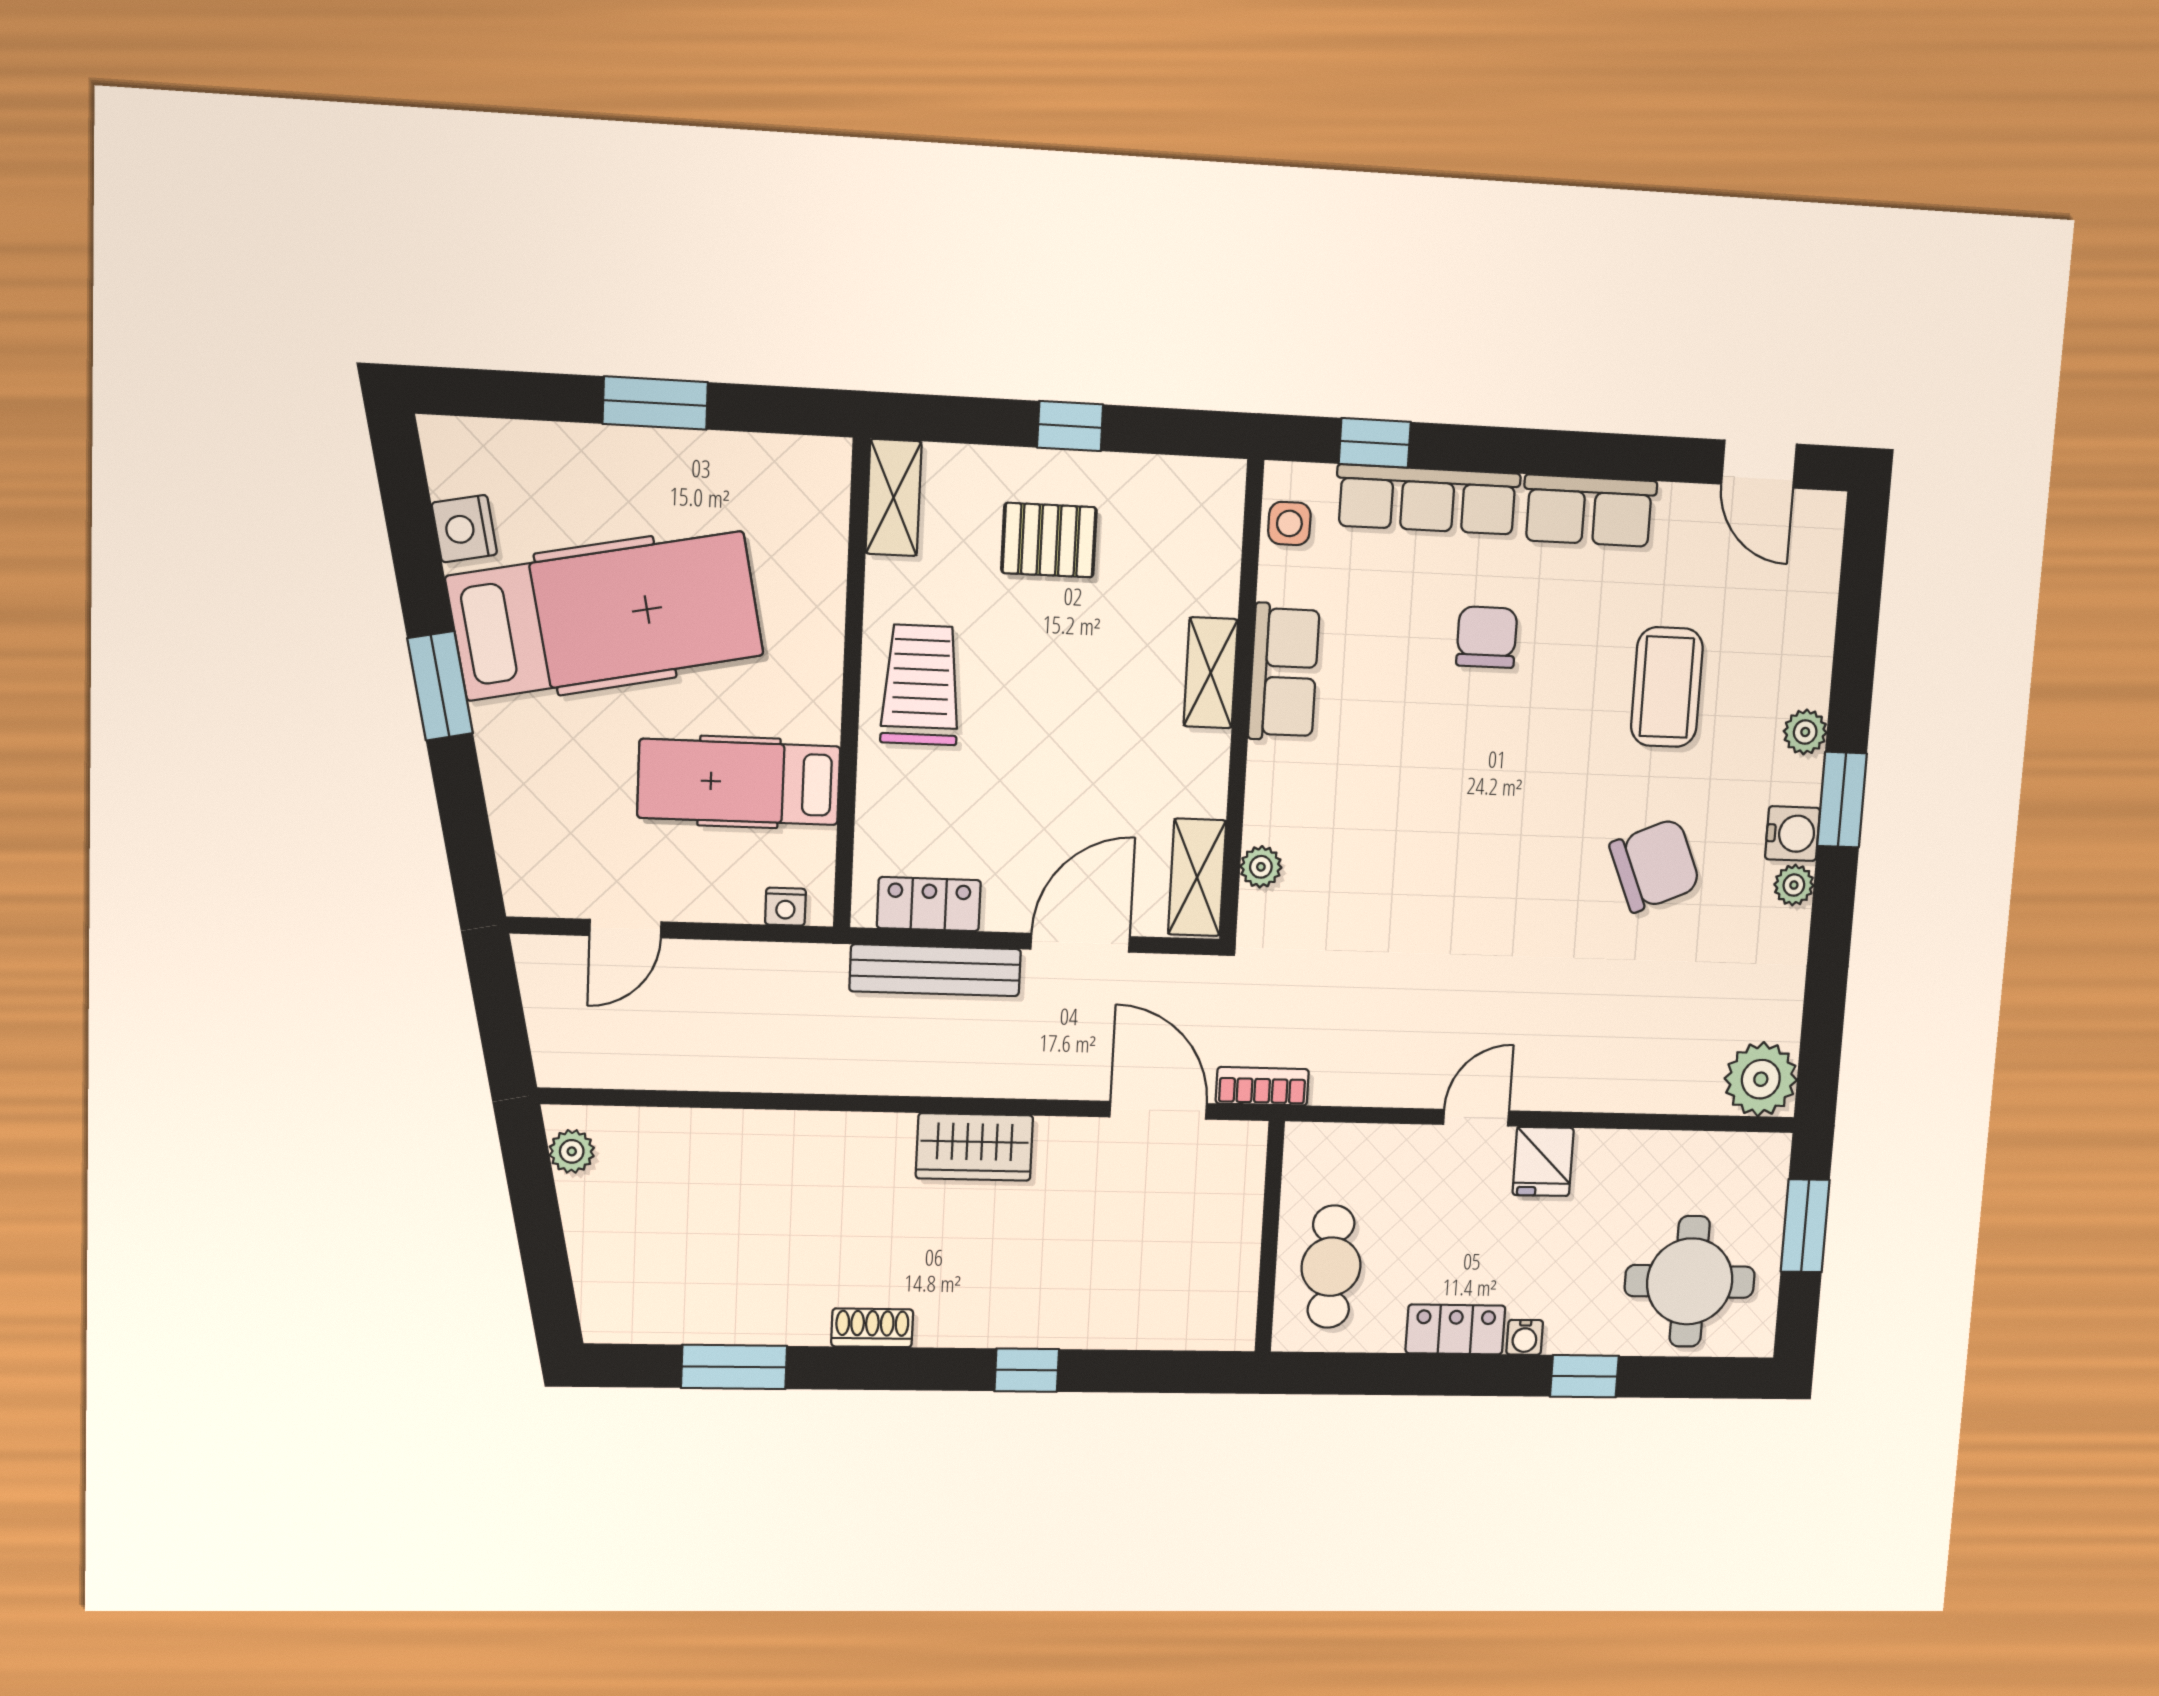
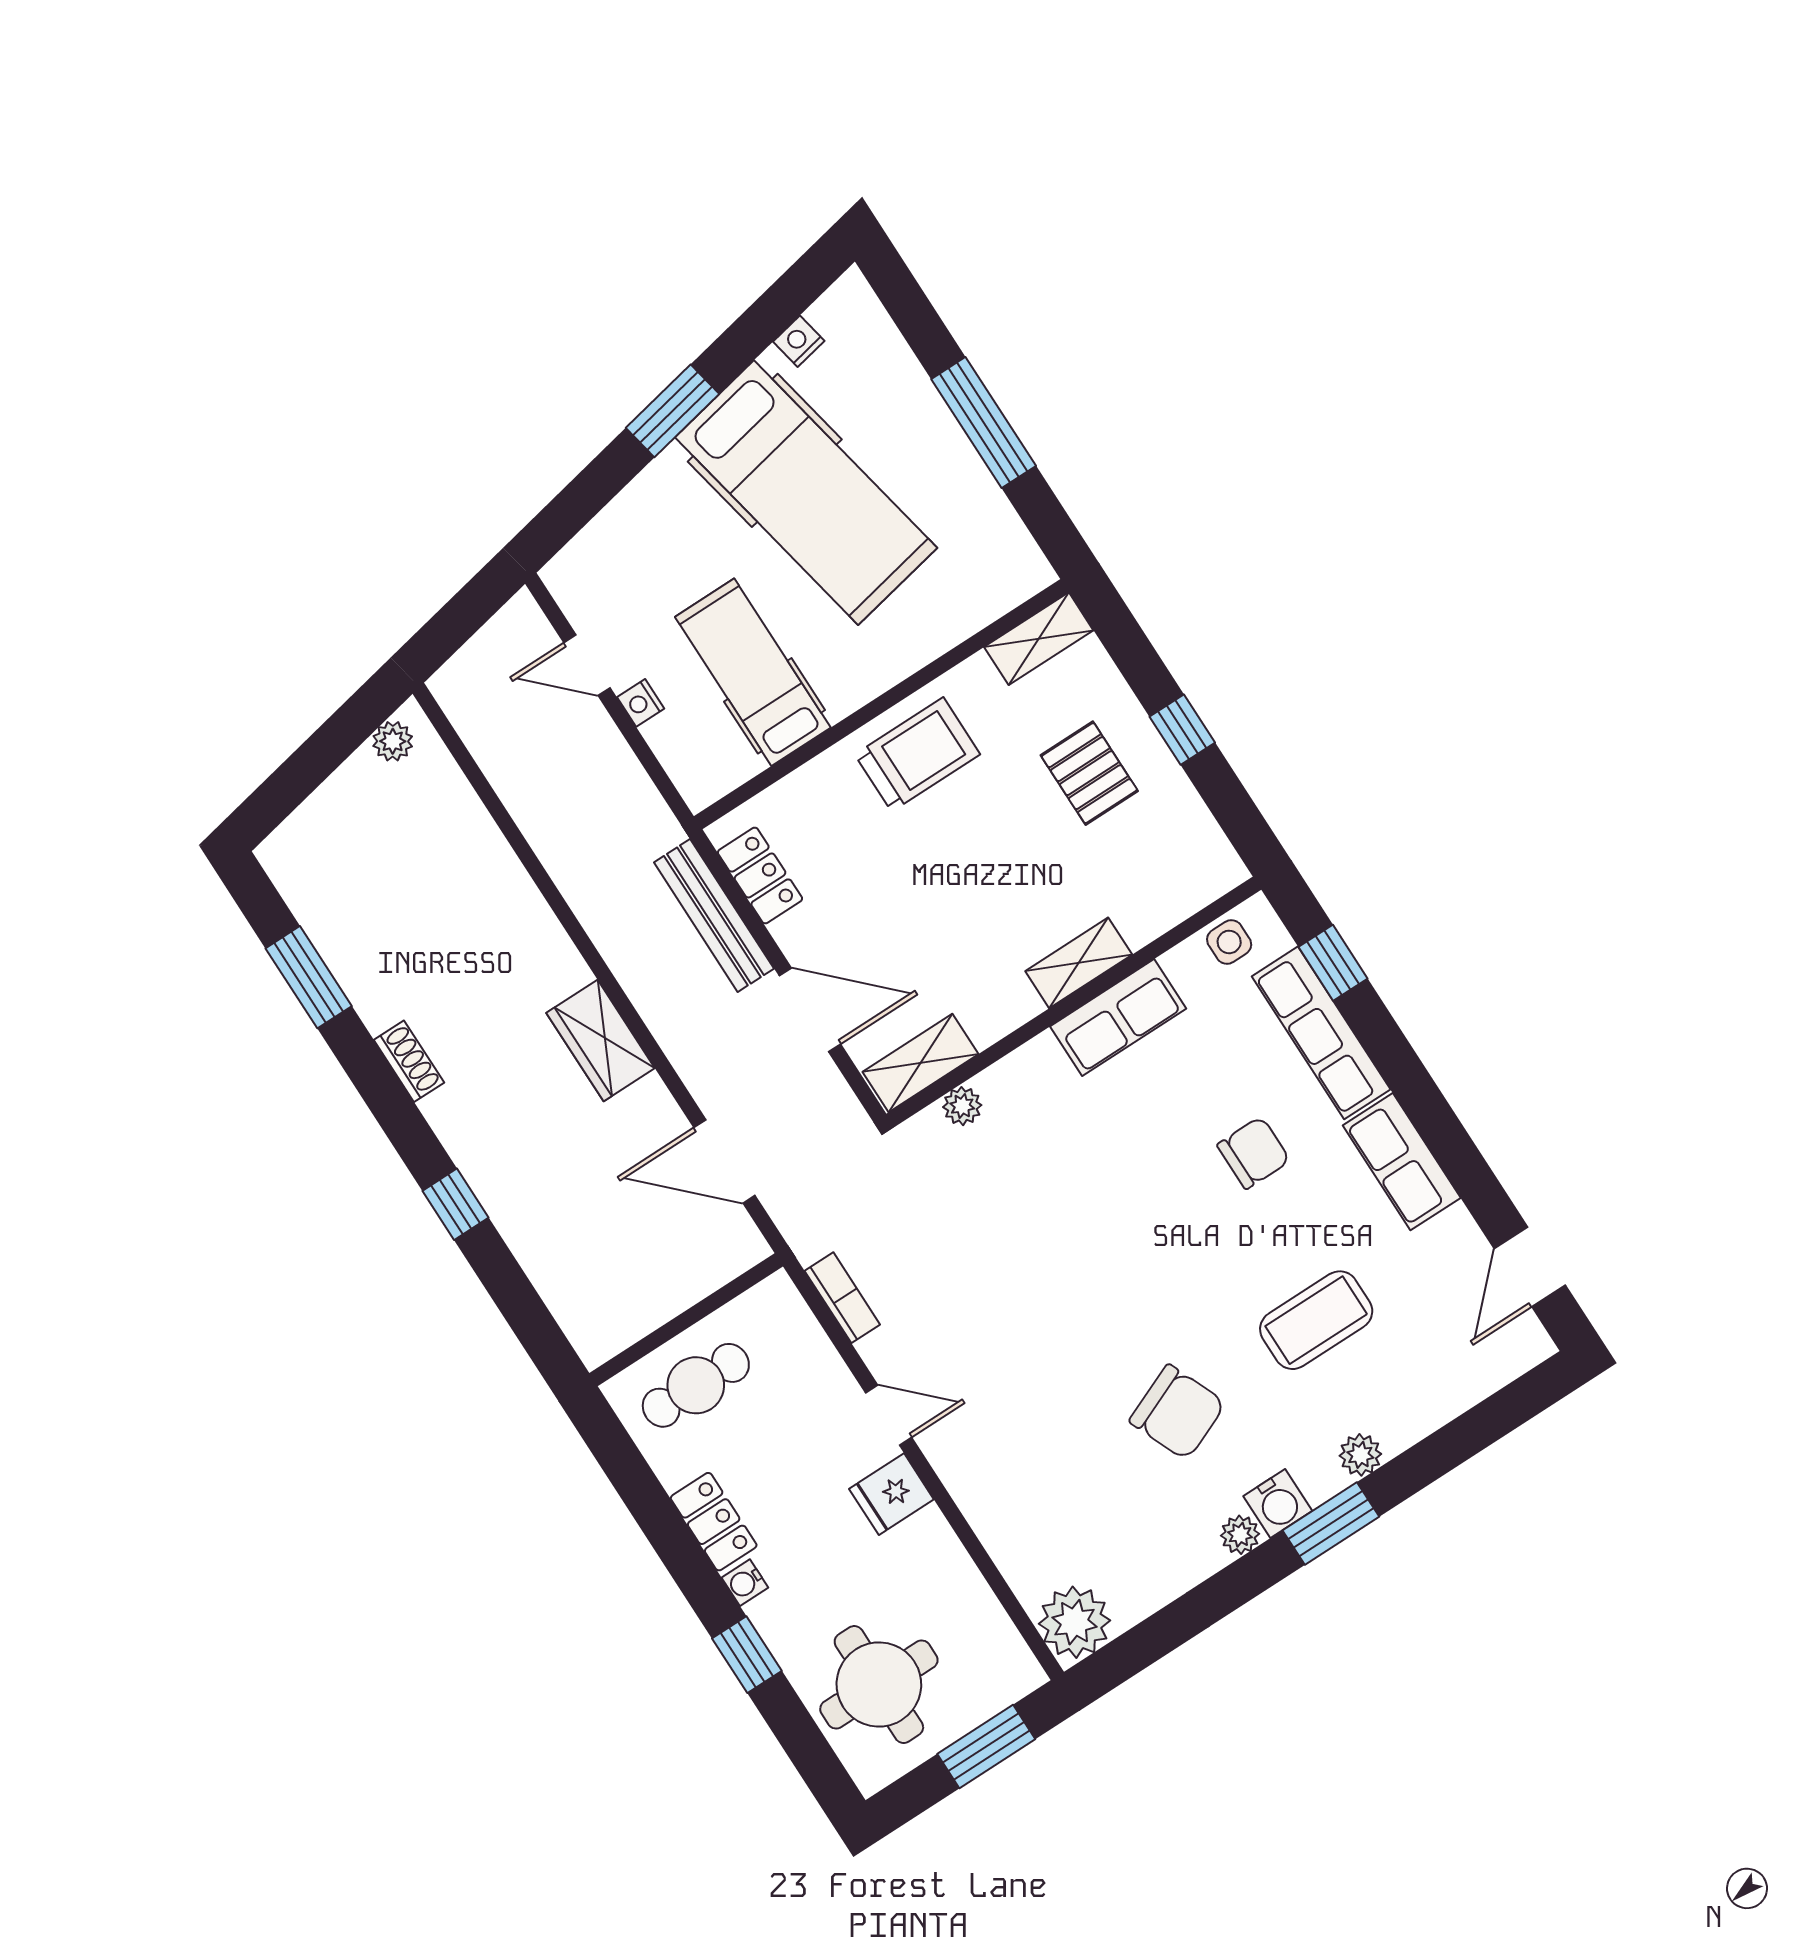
window: (655, 403) -> (984, 423), width x1.44
nightstand: (464, 529) -> (799, 341), width x0.72, depth x0.74
nightstand: (785, 907) -> (641, 703), moved
bookcase: (1262, 1086) -> (842, 1298), moved
door: (1158, 1110) -> (724, 1161), swing flipped

